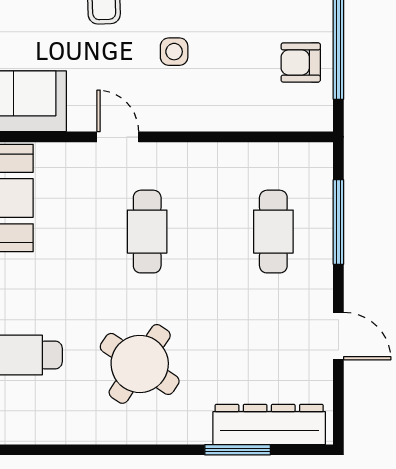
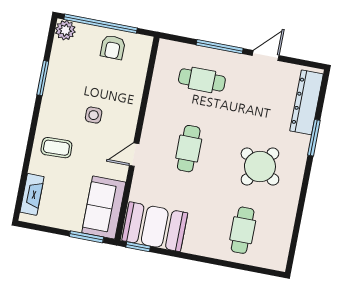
window: (338, 222) -> (220, 47), moved
cafe table: (147, 232) -> (189, 149), turned 90
window: (238, 450) -> (314, 138), moved

